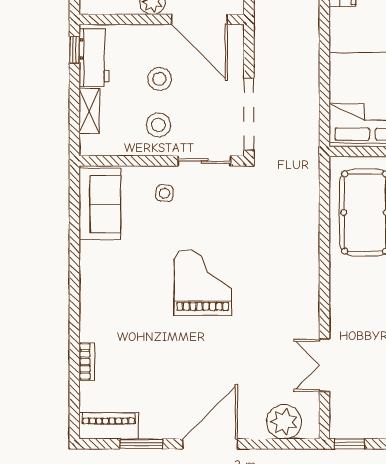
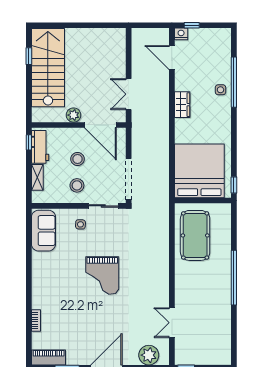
grand piano: (203, 283) -> (102, 275), turned 180

